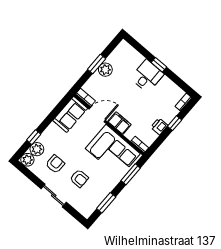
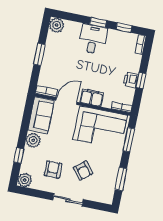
plant: (105, 70) -> (57, 25), moved
window: (178, 81) -> (124, 28), added
window: (175, 123) -> (141, 81), moved
plant: (37, 149) -> (33, 140), moved
armchair: (79, 178) -> (83, 171), turned 51

